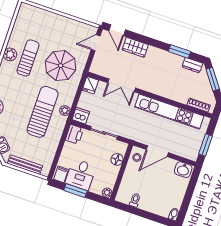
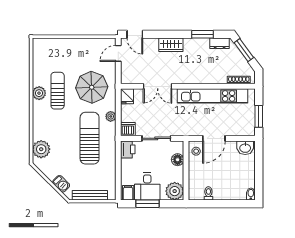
wardrobe: (135, 47) -> (171, 45), moved
plant: (65, 111) -> (111, 116), moved
plant: (107, 193) -> (175, 191), width x1.88, depth x1.88

